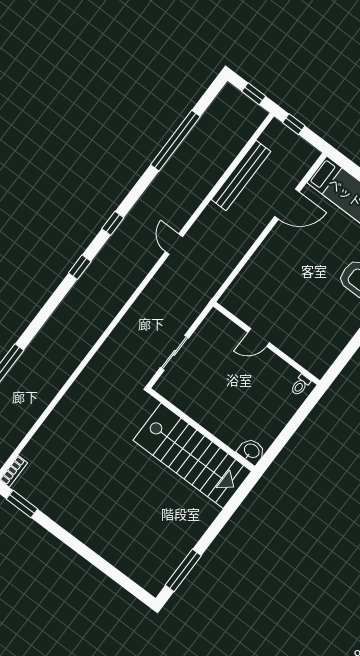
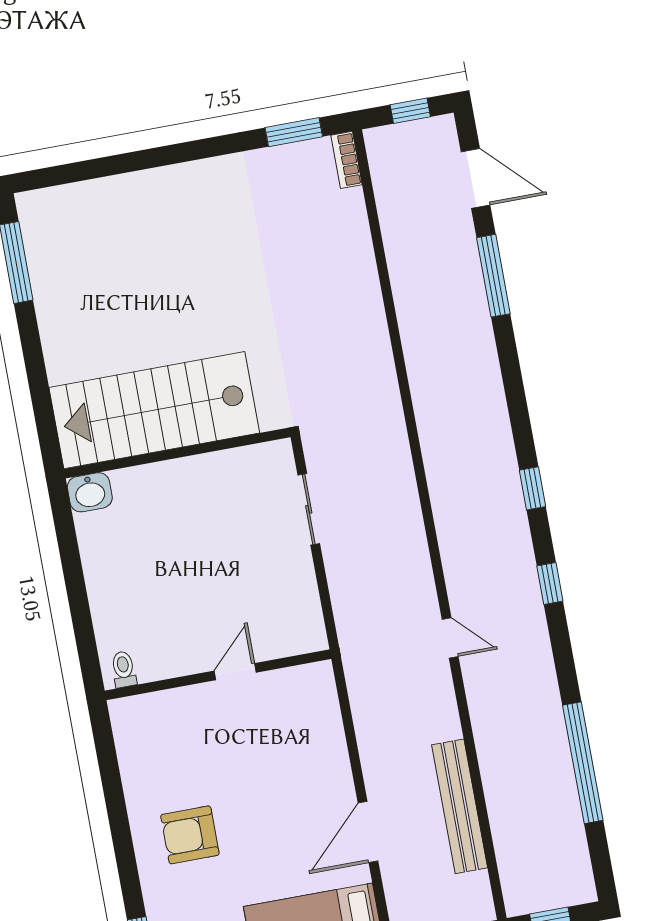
door: (259, 337) -> (235, 672), moved
wall: (267, 343) -> (218, 675), moved
toilet: (300, 385) -> (124, 669), moved

